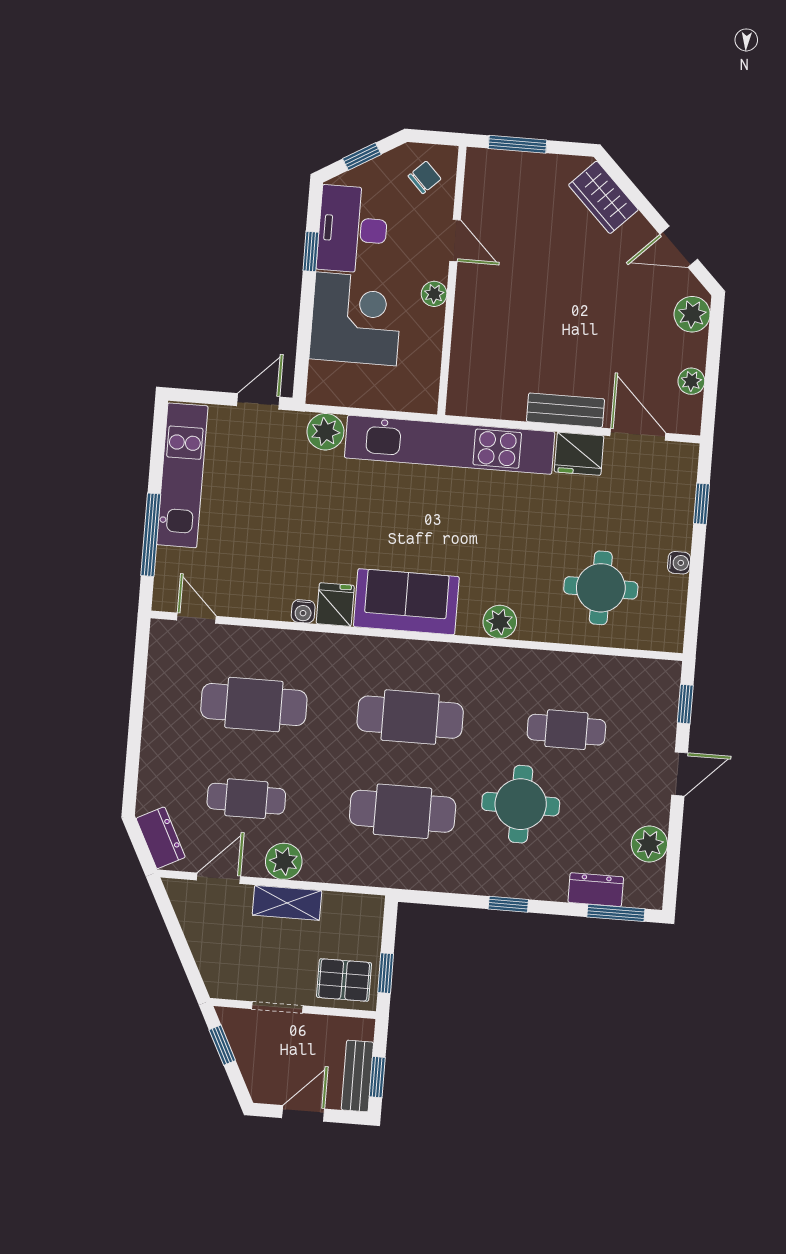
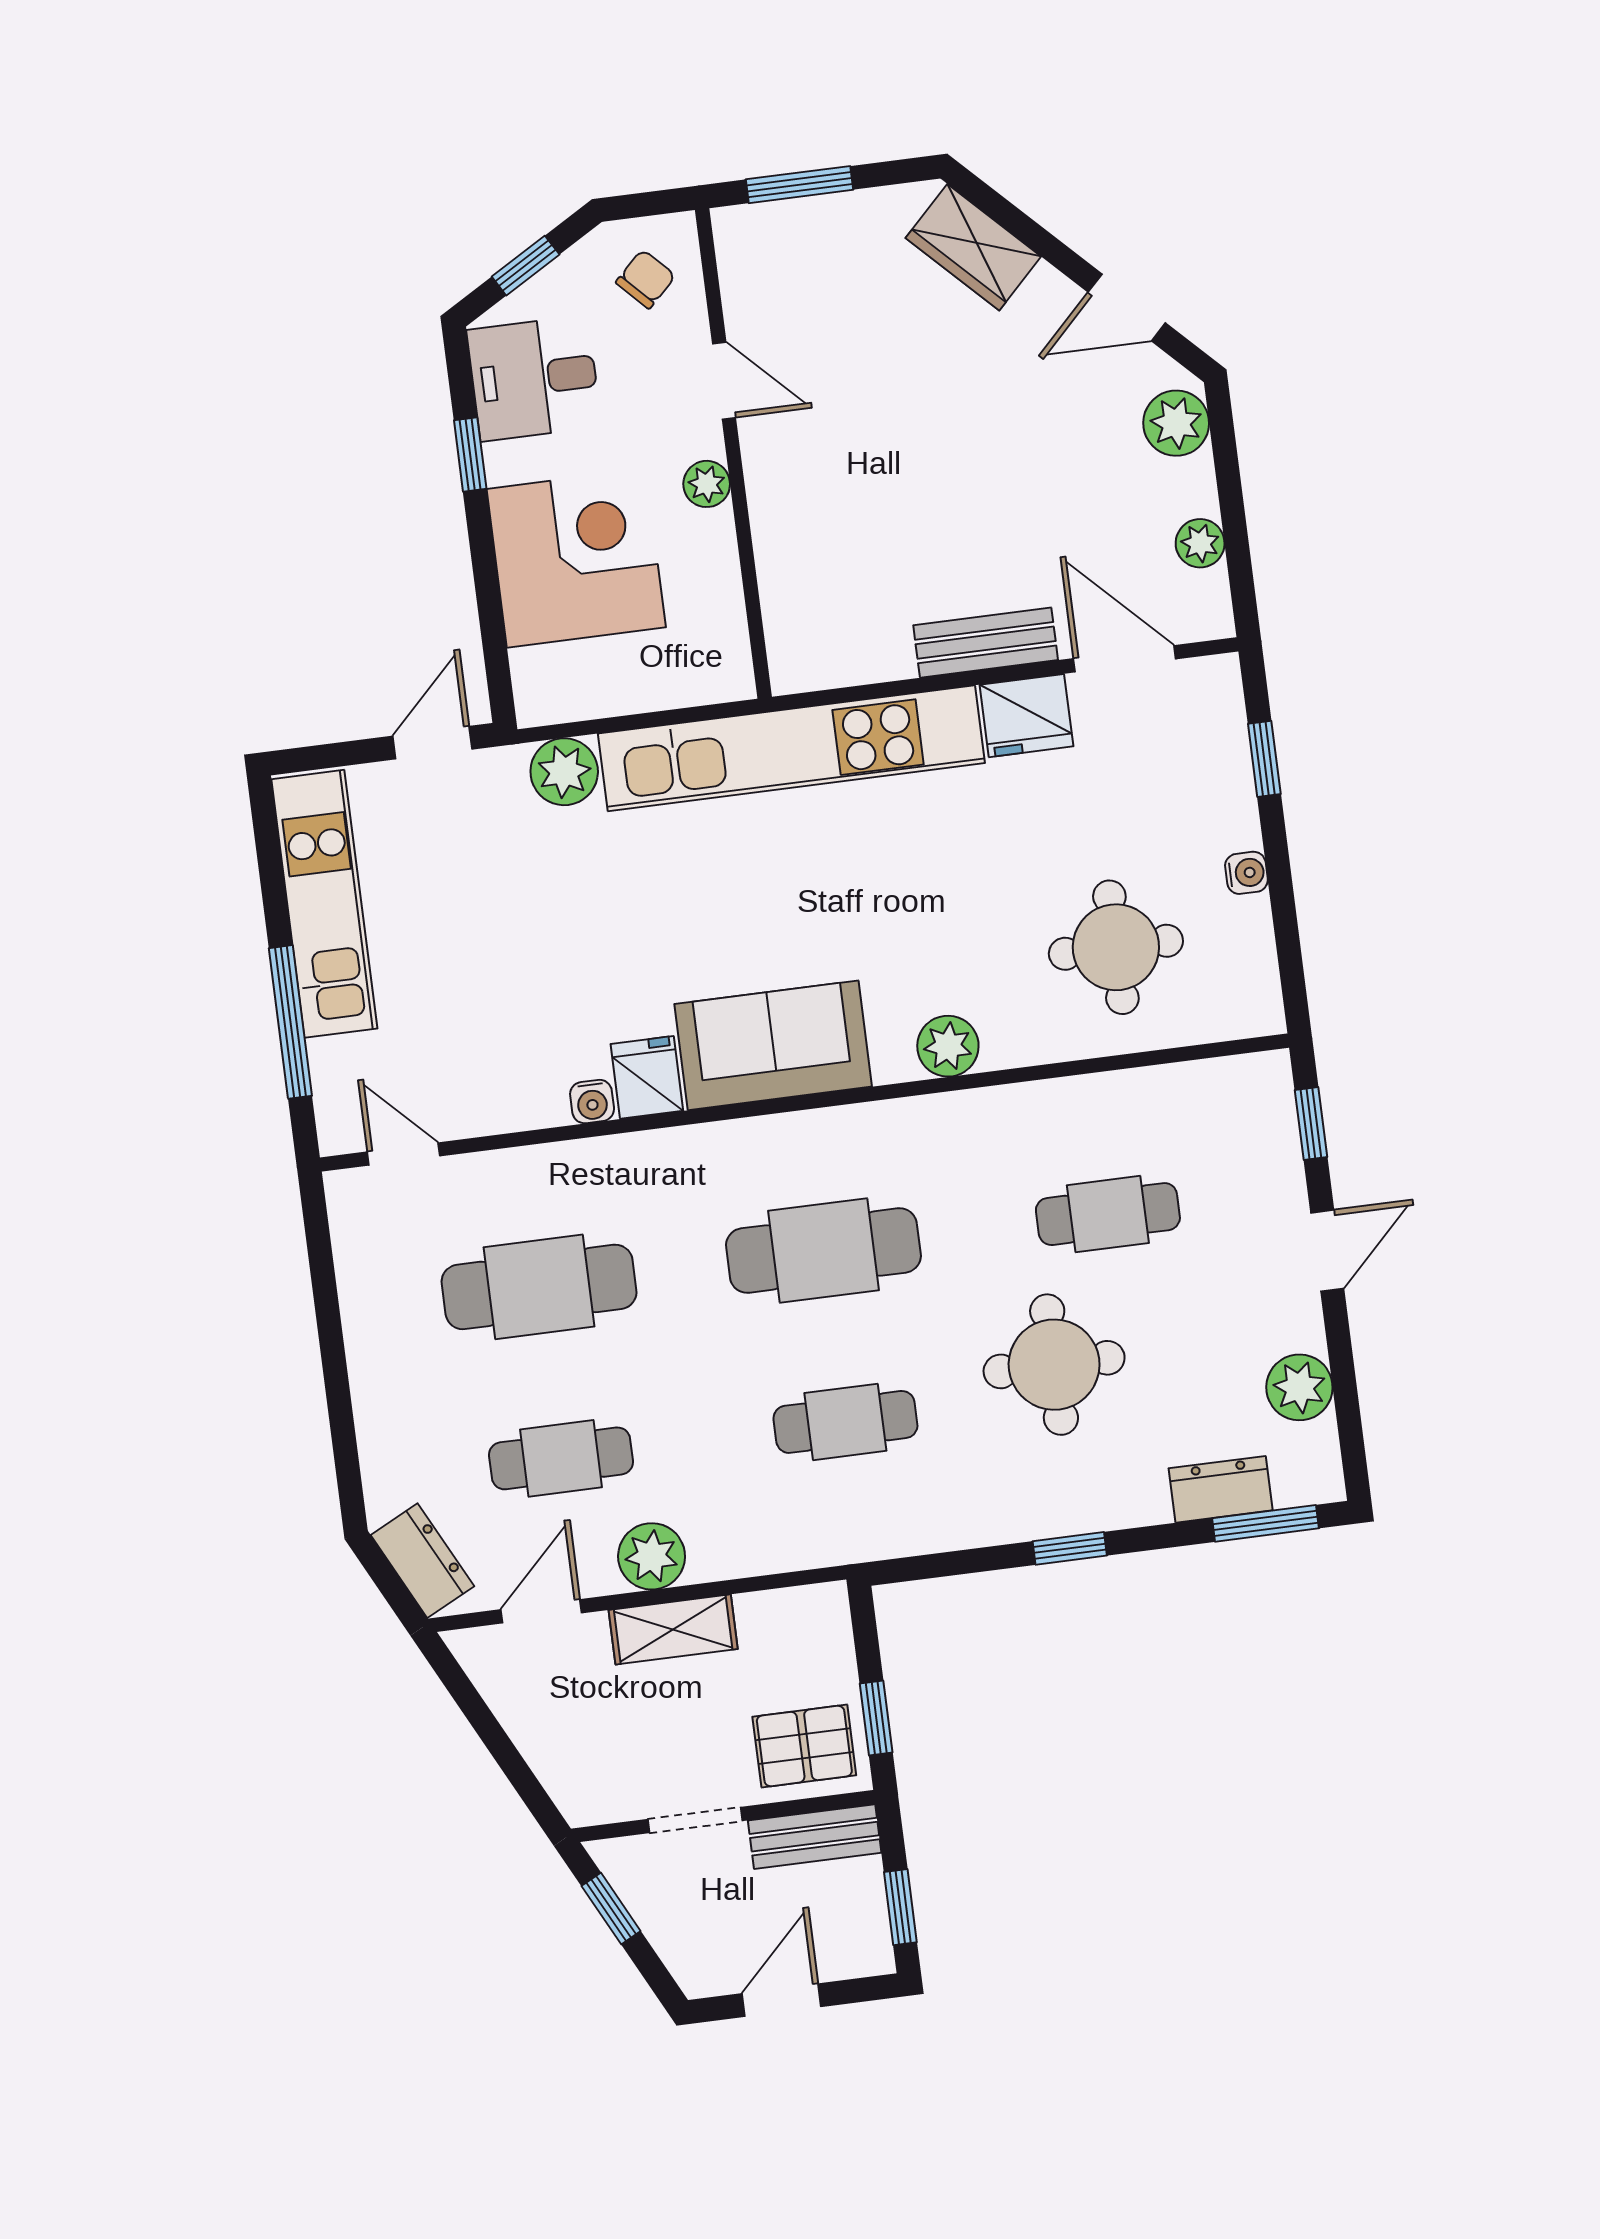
desk: (353, 229) -> (534, 378), width x0.73
cafe table: (403, 811) -> (845, 1422), width x0.73, depth x0.74
bench: (357, 1076) -> (815, 1837), moved, turned 90

